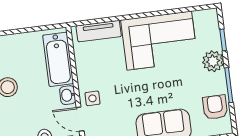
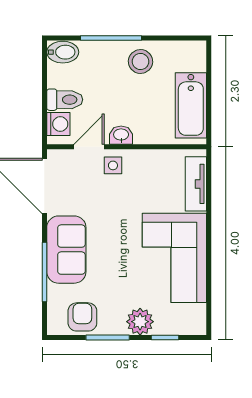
bathtub: (58, 59) -> (191, 105), moved, turned -90
armchair: (215, 107) -> (82, 317), turned -90

